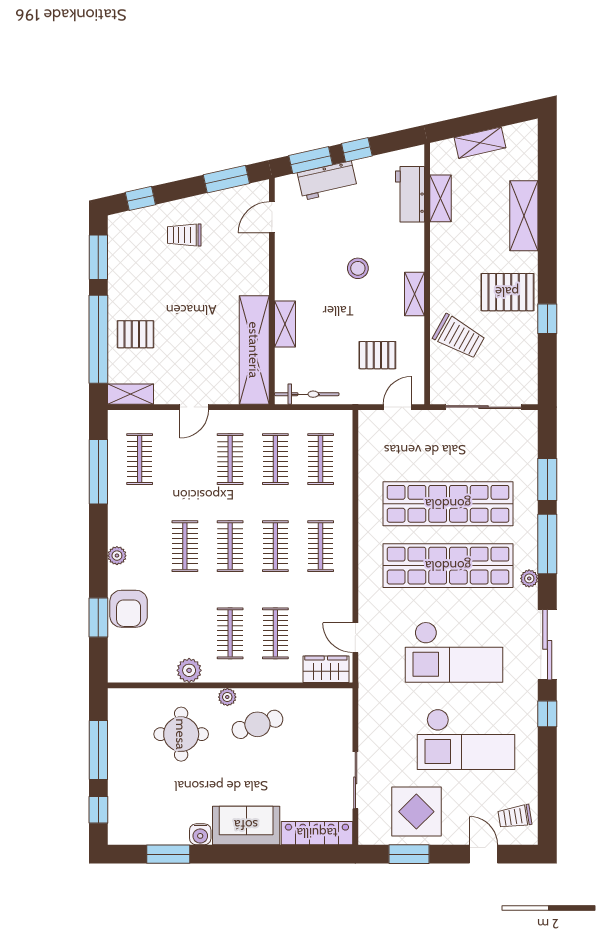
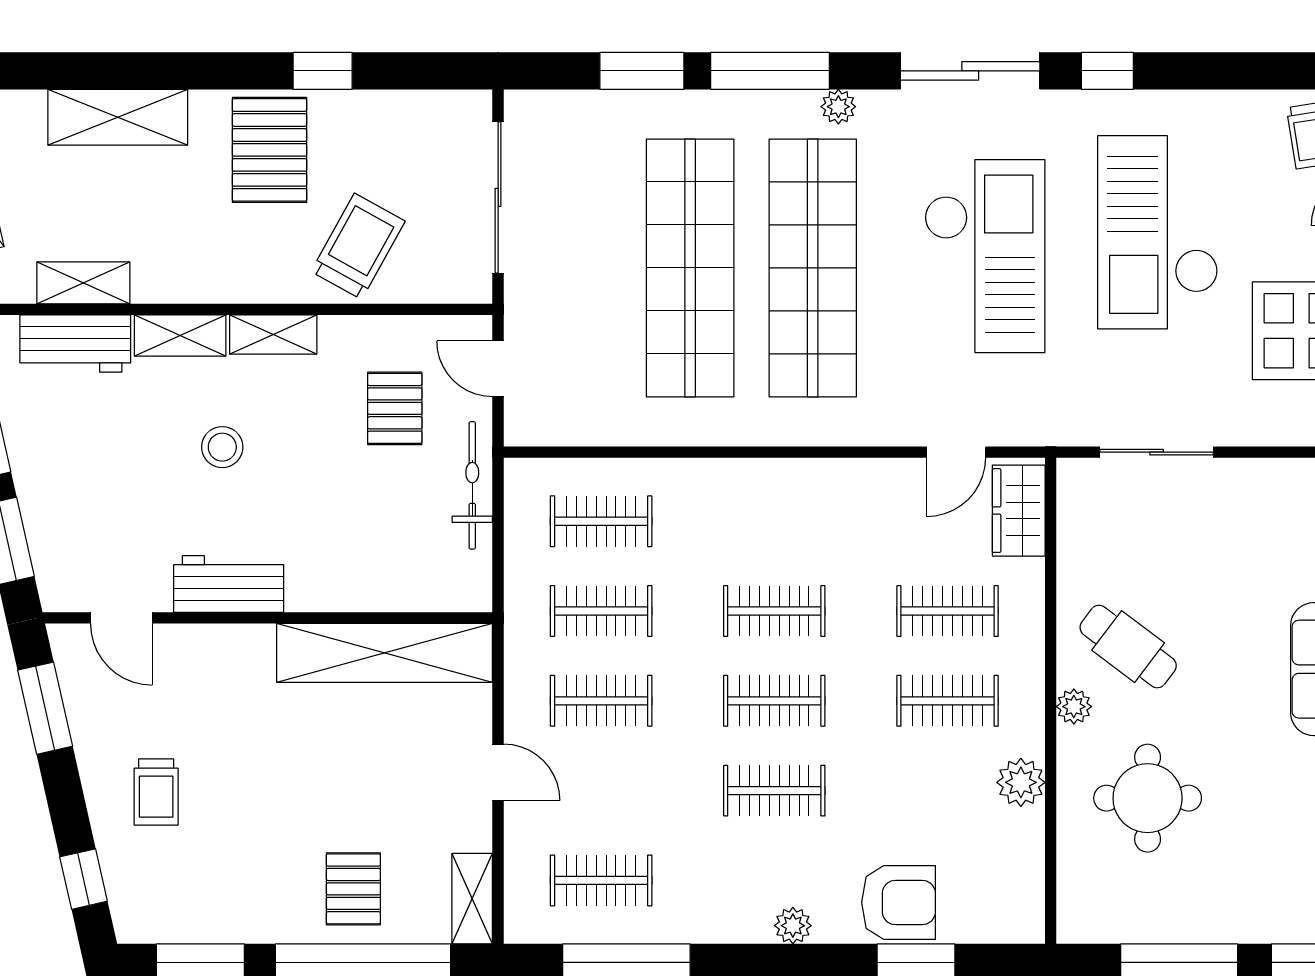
workbench: (327, 181) -> (229, 584), moved, turned -77
shelving: (285, 324) -> (180, 336), moved
bicycle: (307, 394) -> (472, 485), moved
clothes rail: (321, 546) -> (774, 521), removed
cafe table: (257, 724) -> (1128, 647), turned -35
checkout: (466, 739) -> (1158, 232), turned 180
sliding door: (355, 780) -> (1157, 452), moved

